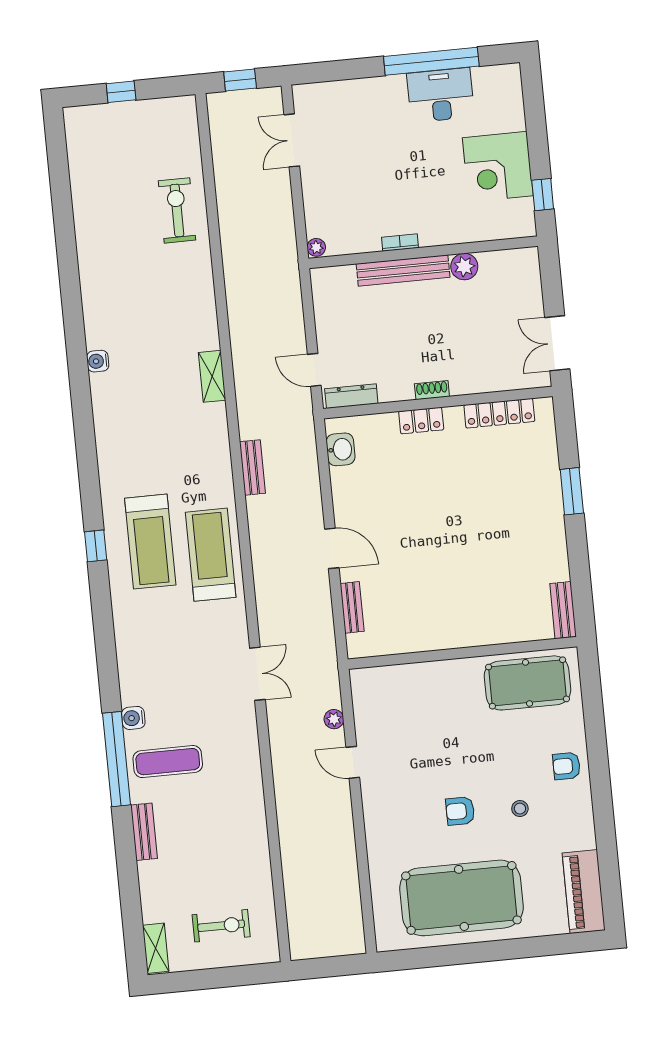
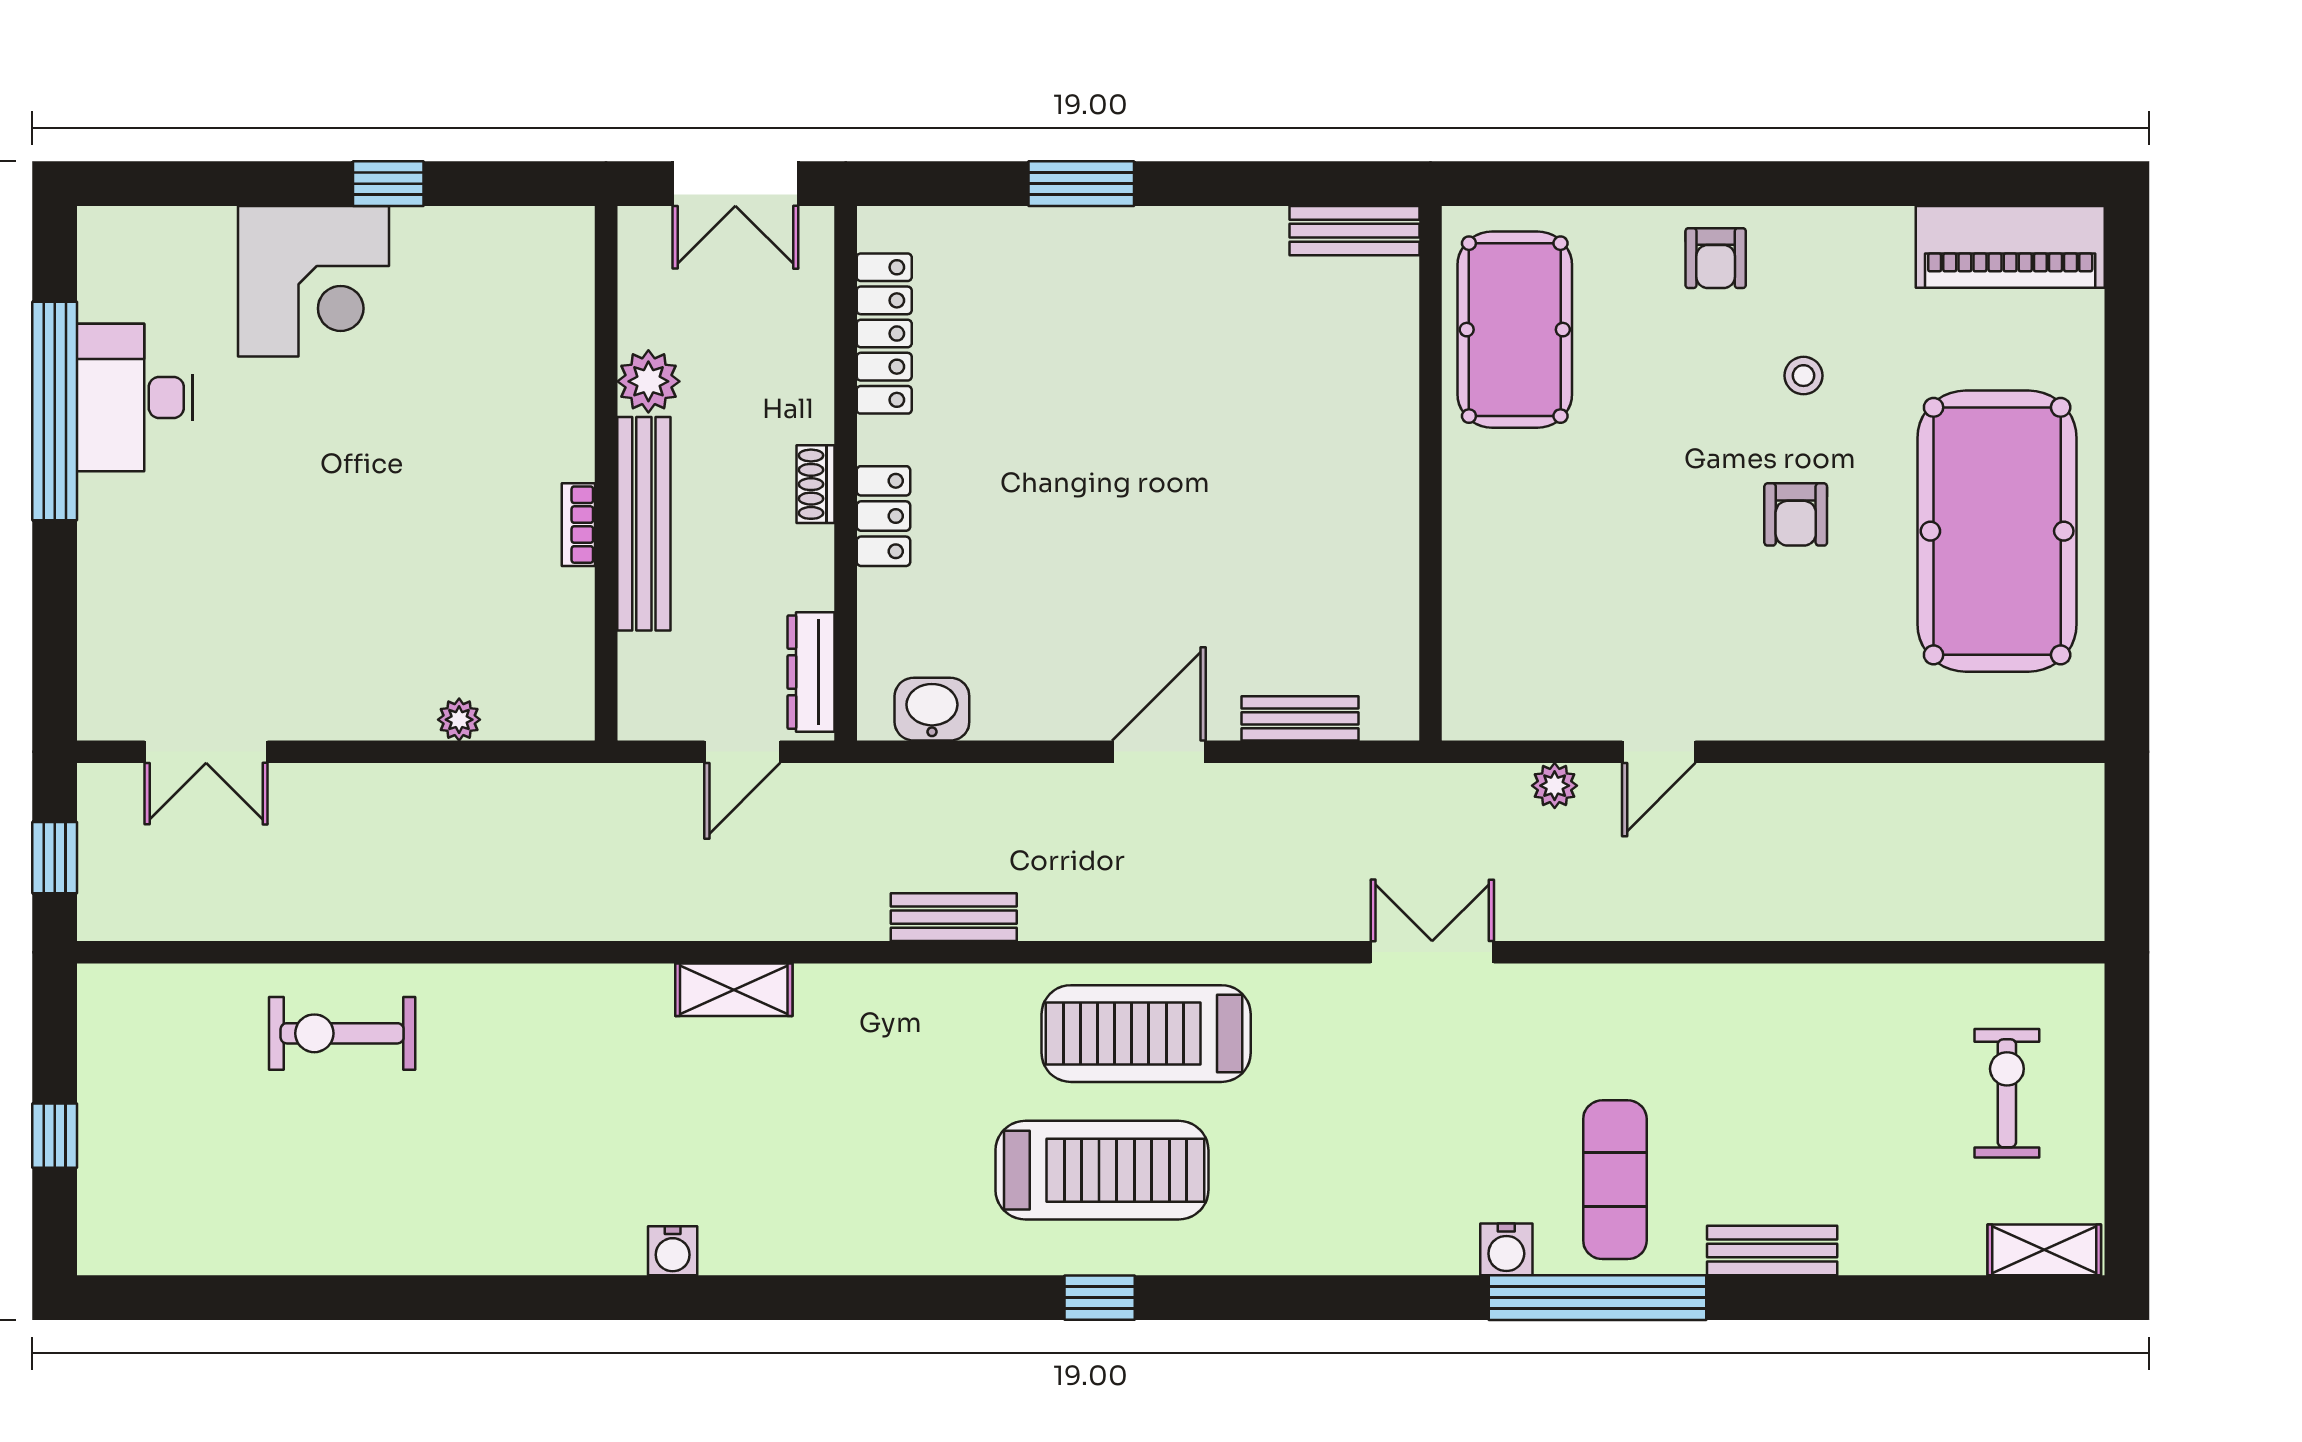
bookcase: (400, 243) -> (578, 525), moved
wall: (423, 252) -> (606, 473), moved
plant: (464, 267) -> (648, 381), moved
bench: (403, 271) -> (644, 524), moved

